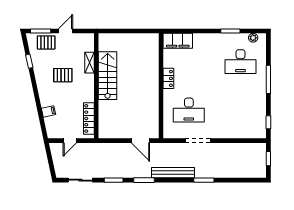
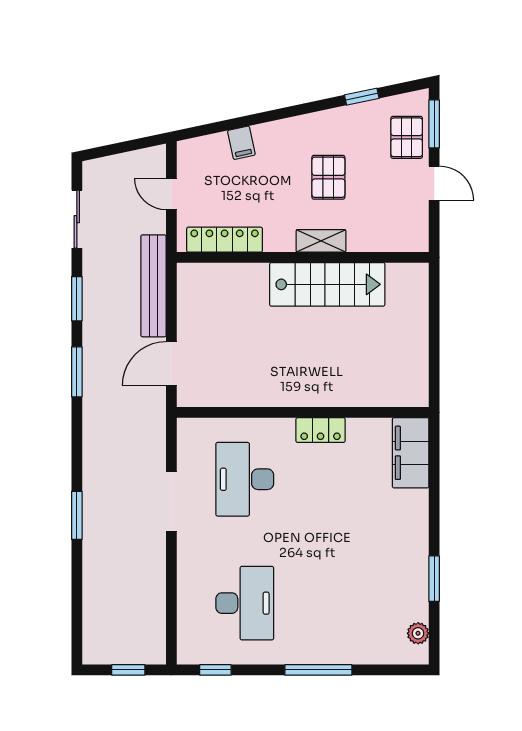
desk: (241, 62) -> (245, 603), moved, turned 180
shelving: (89, 63) -> (321, 241), moved
bench: (173, 173) -> (153, 286), moved

